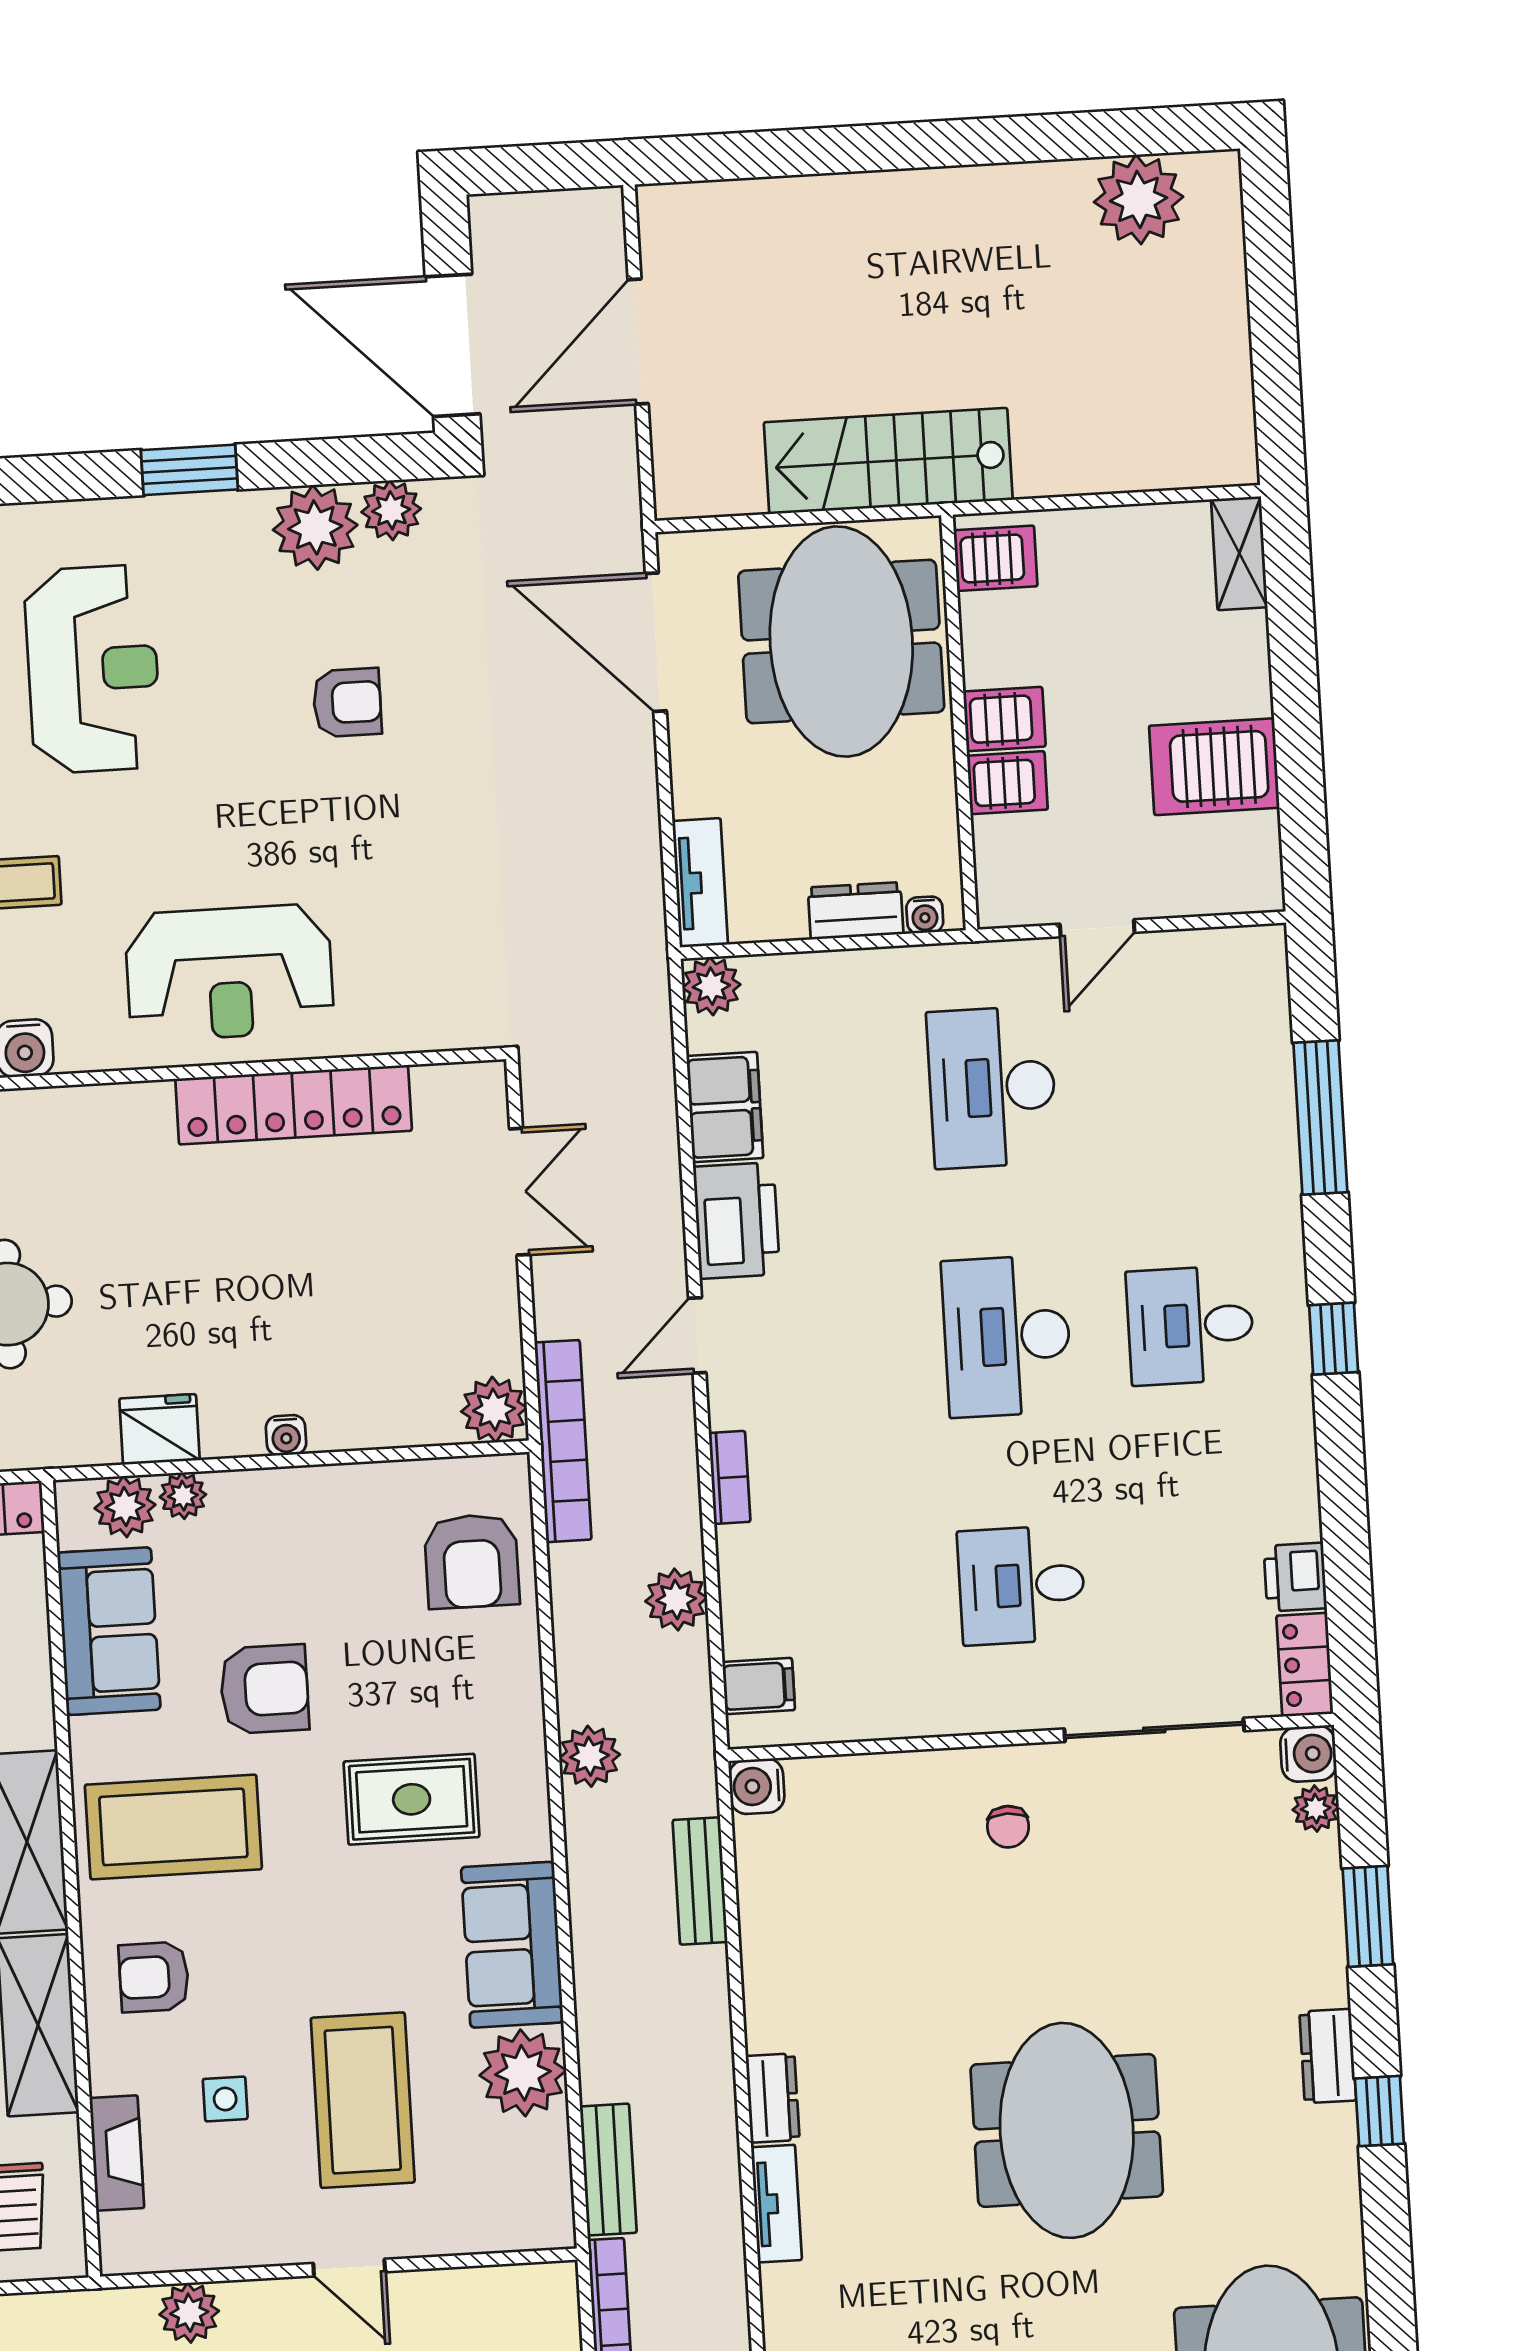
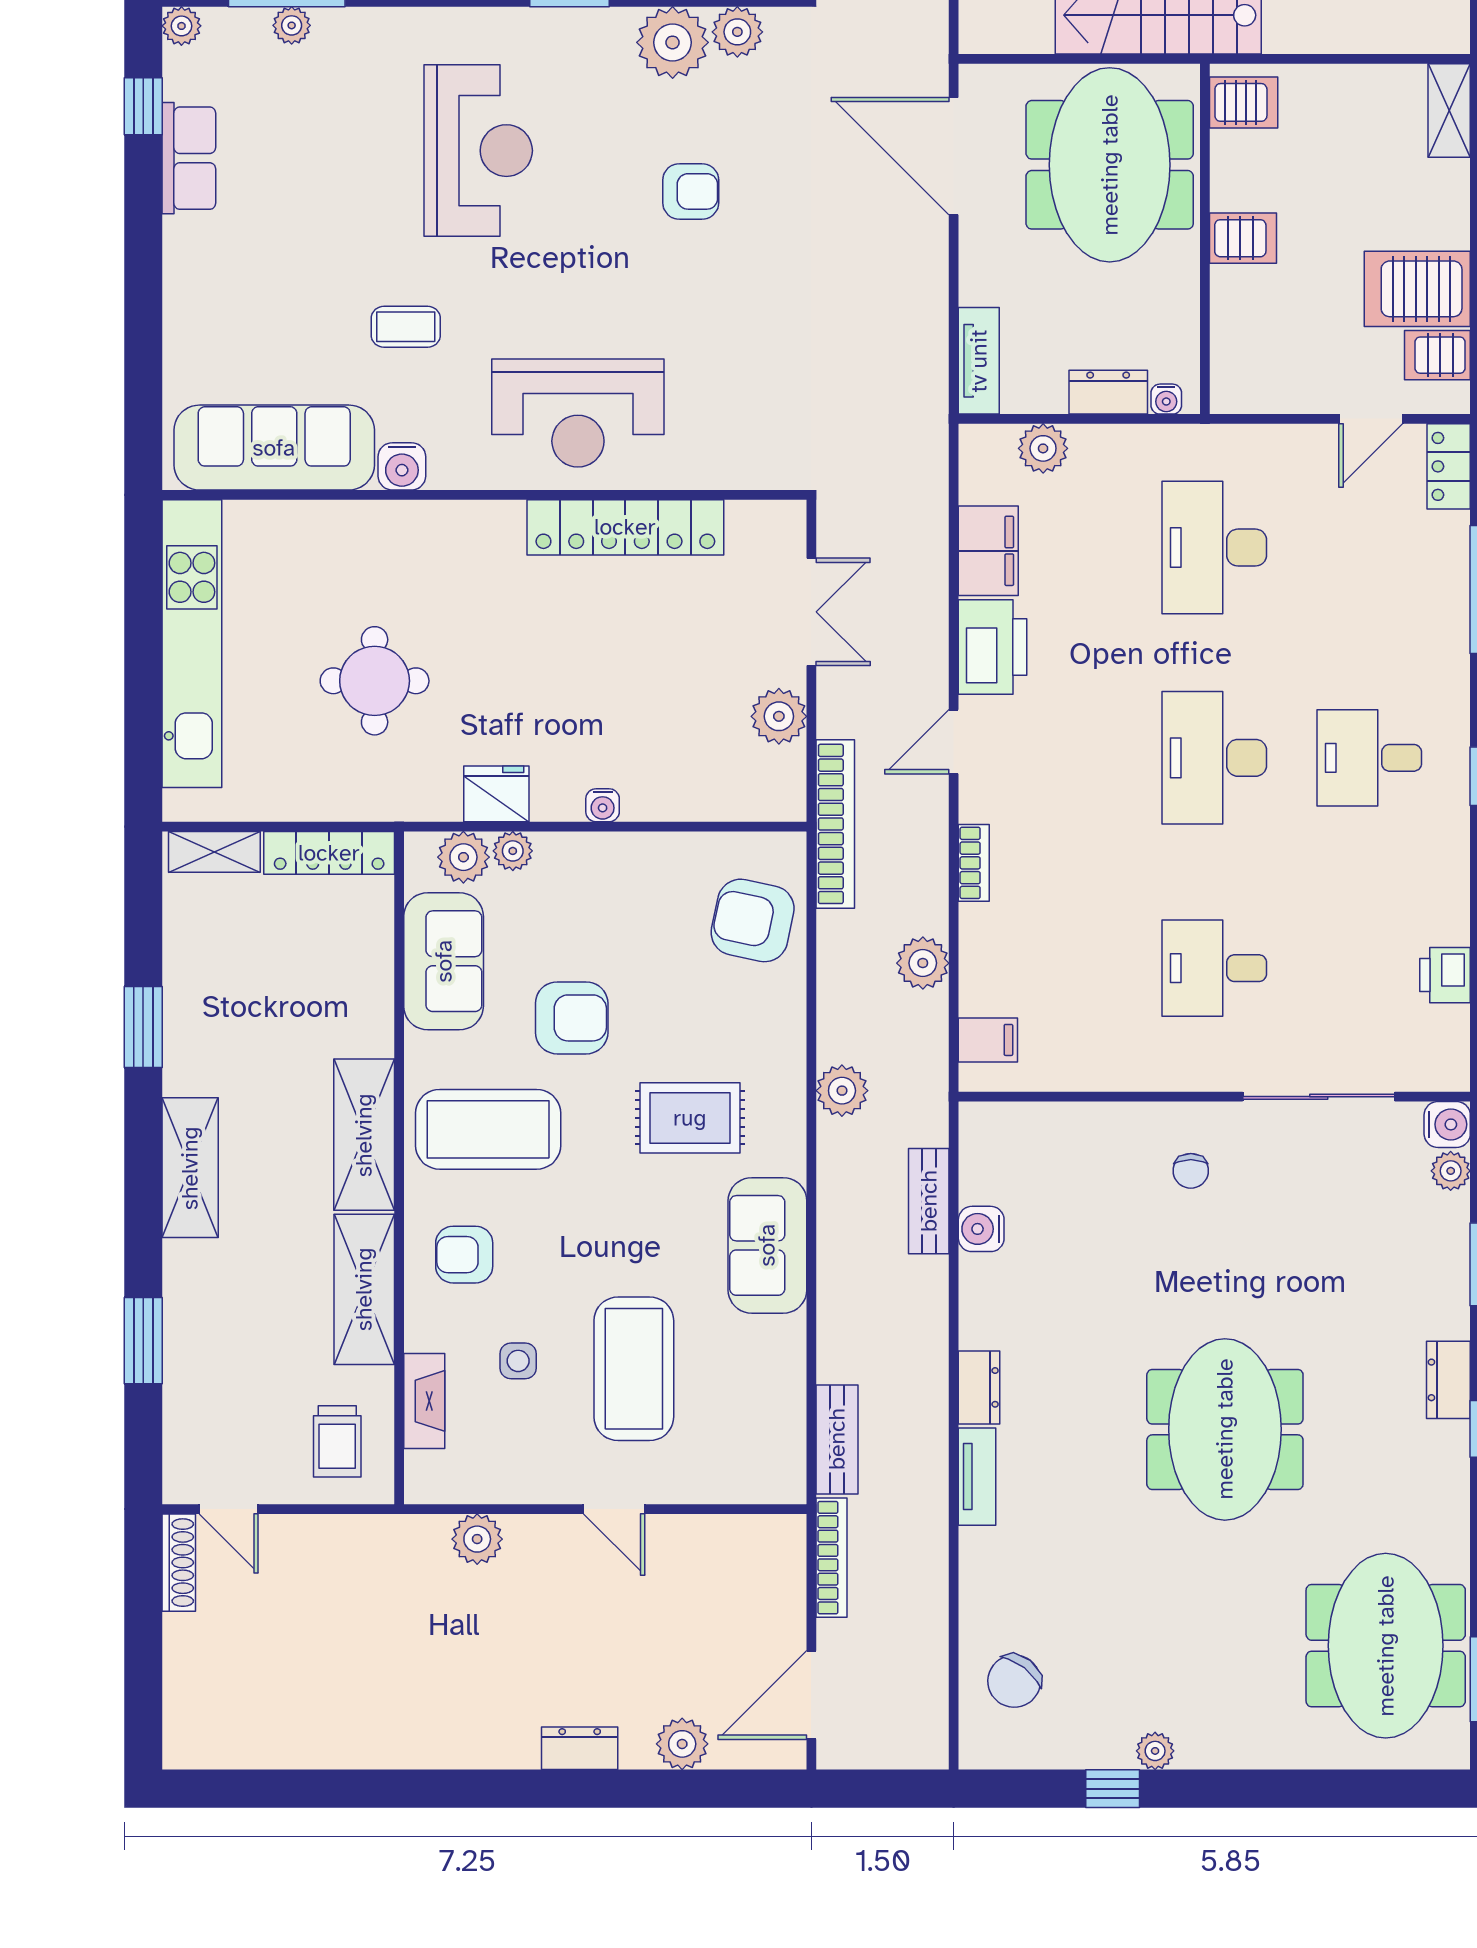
server rack: (1007, 783) -> (1437, 355), moved, turned 180
door: (1097, 928) -> (1371, 419), moved
plant: (711, 986) -> (1043, 448), moved
plant: (494, 1410) -> (779, 716), moved
armchair: (472, 1561) -> (753, 920), turned 102
locker: (1305, 1665) -> (1449, 466), moved
water cooler: (757, 1786) -> (981, 1229), moved
plant: (523, 2073) -> (770, 1354), removed

